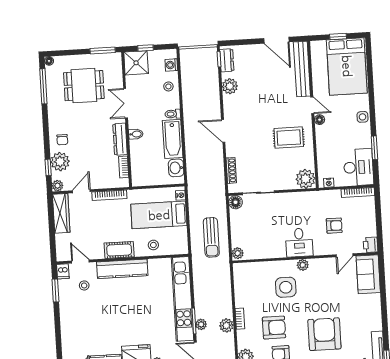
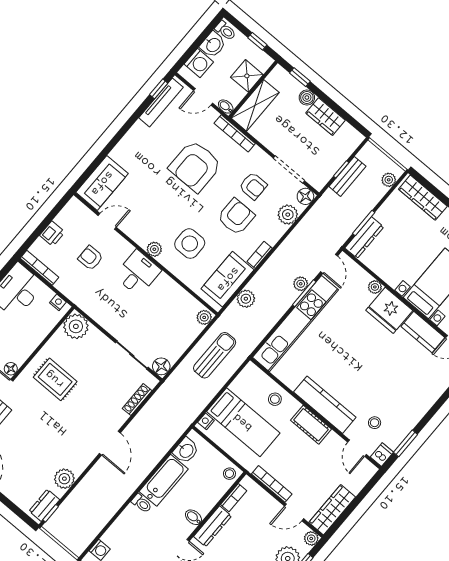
stool: (168, 86) -> (229, 474), moved
printer: (371, 245) -> (52, 234), moved
sofa: (245, 287) -> (228, 279), added
plant: (226, 325) -> (246, 299), moved
armchair: (274, 328) -> (236, 217), turned 90

